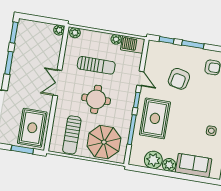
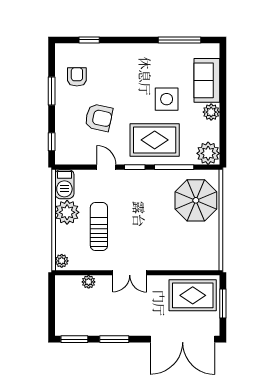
plant: (59, 30) -> (89, 282), moved
plant: (116, 39) -> (67, 212), width x1.87, depth x1.87
window: (193, 44) -> (52, 91), moved
door: (140, 78) -> (106, 167), hinge flipped
round table: (96, 99) -> (143, 219), removed
side table: (211, 131) -> (167, 99), moved, width x1.87, depth x1.87
sun lounger: (72, 135) -> (193, 243), removed
plant: (153, 160) -> (208, 153), moved

